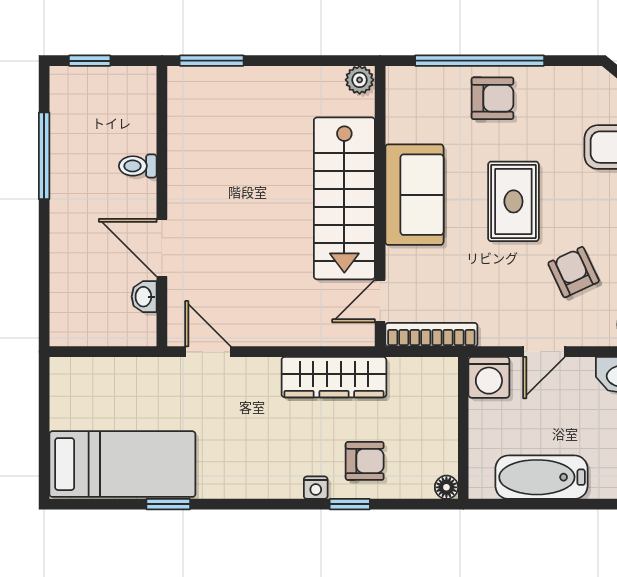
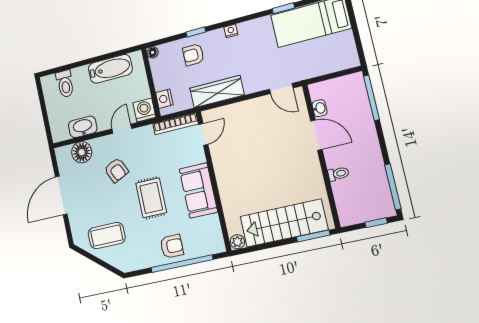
armchair: (492, 98) -> (172, 246), turned 180
window: (44, 156) -> (393, 187), moved
stairs: (344, 198) -> (284, 223), moved, turned -90
window: (44, 292) -> (371, 98), added
nightstand: (443, 390) -> (164, 99), added
nightstand: (316, 488) -> (231, 31), moved

